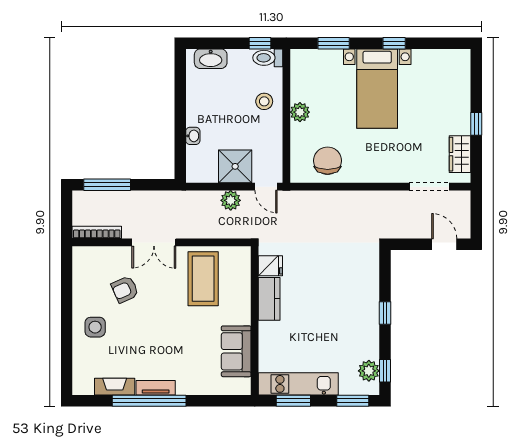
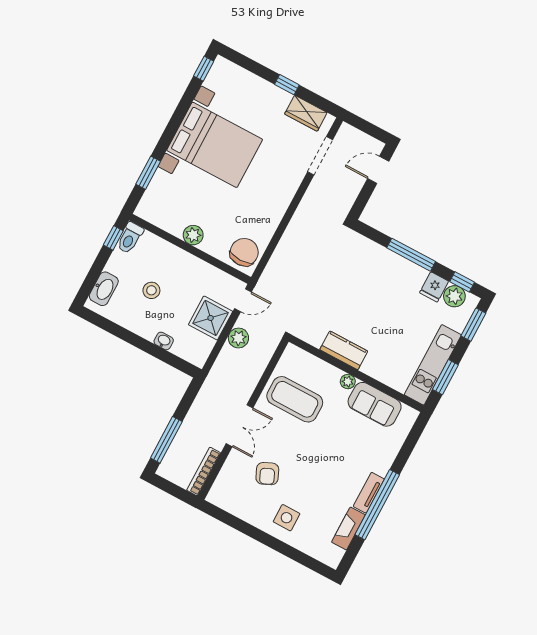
window: (394, 43) -> (204, 69), moved
bed with nightstands: (377, 89) -> (215, 145), width x1.36
stool: (264, 101) -> (151, 290), moved
chair: (328, 161) -> (244, 252), moved, turned 90
fridge: (270, 266) -> (434, 287), moved, turned 180
window: (385, 313) -> (411, 255), width x2.17
plant: (244, 317) -> (348, 382), added

